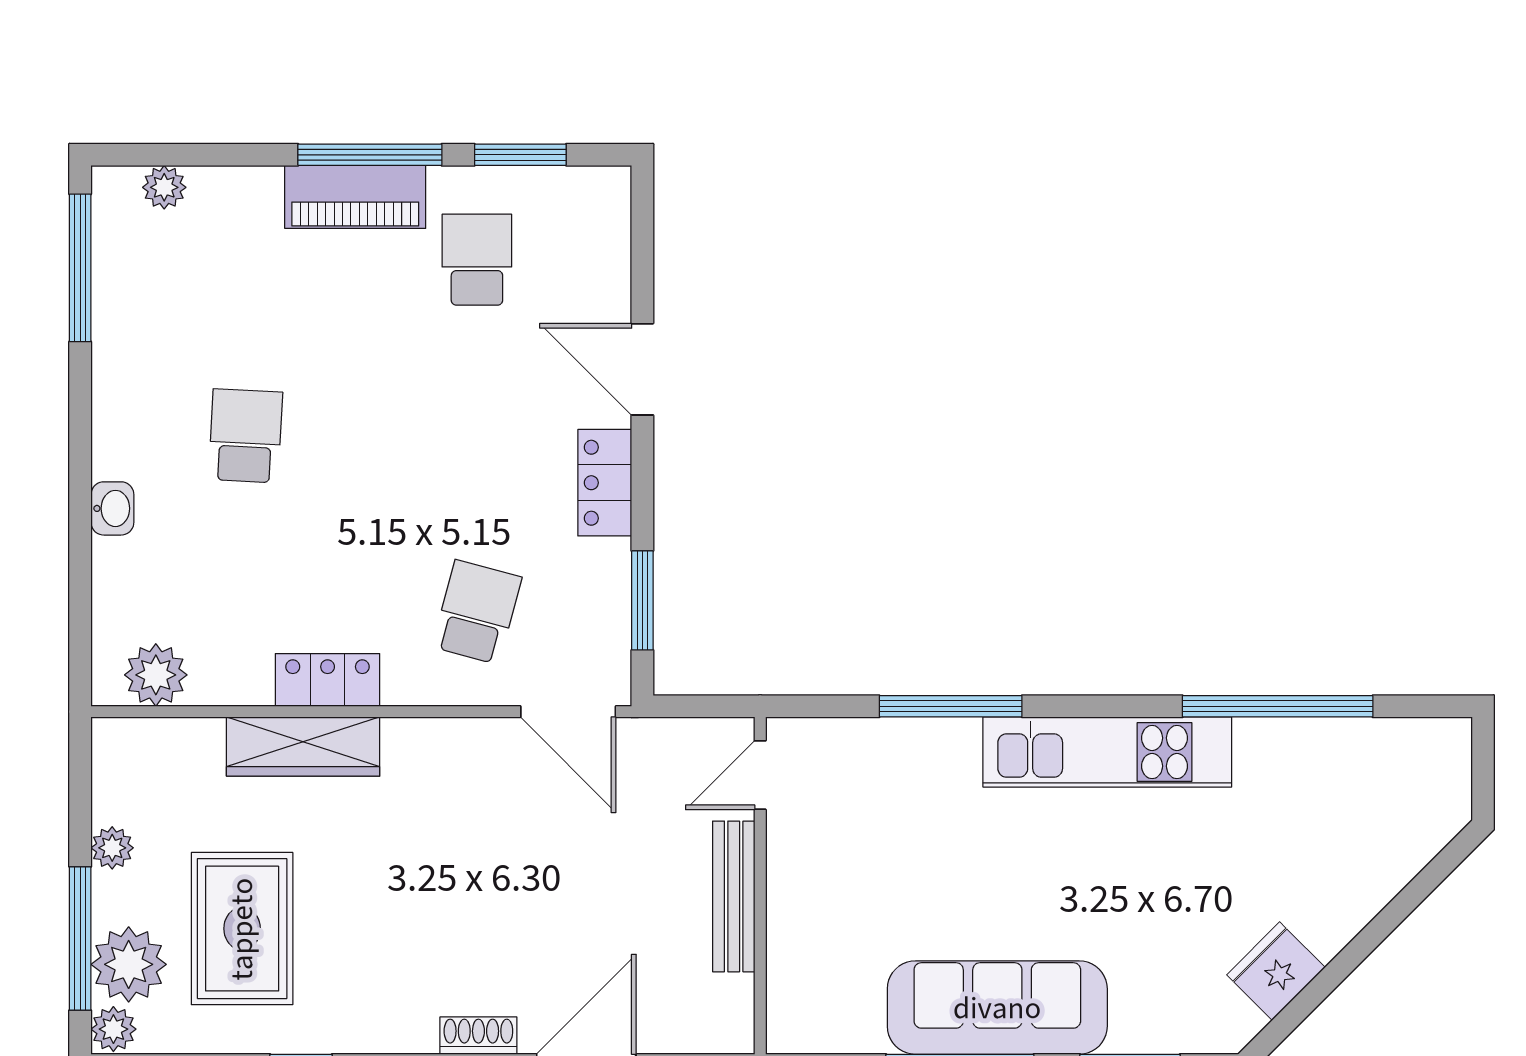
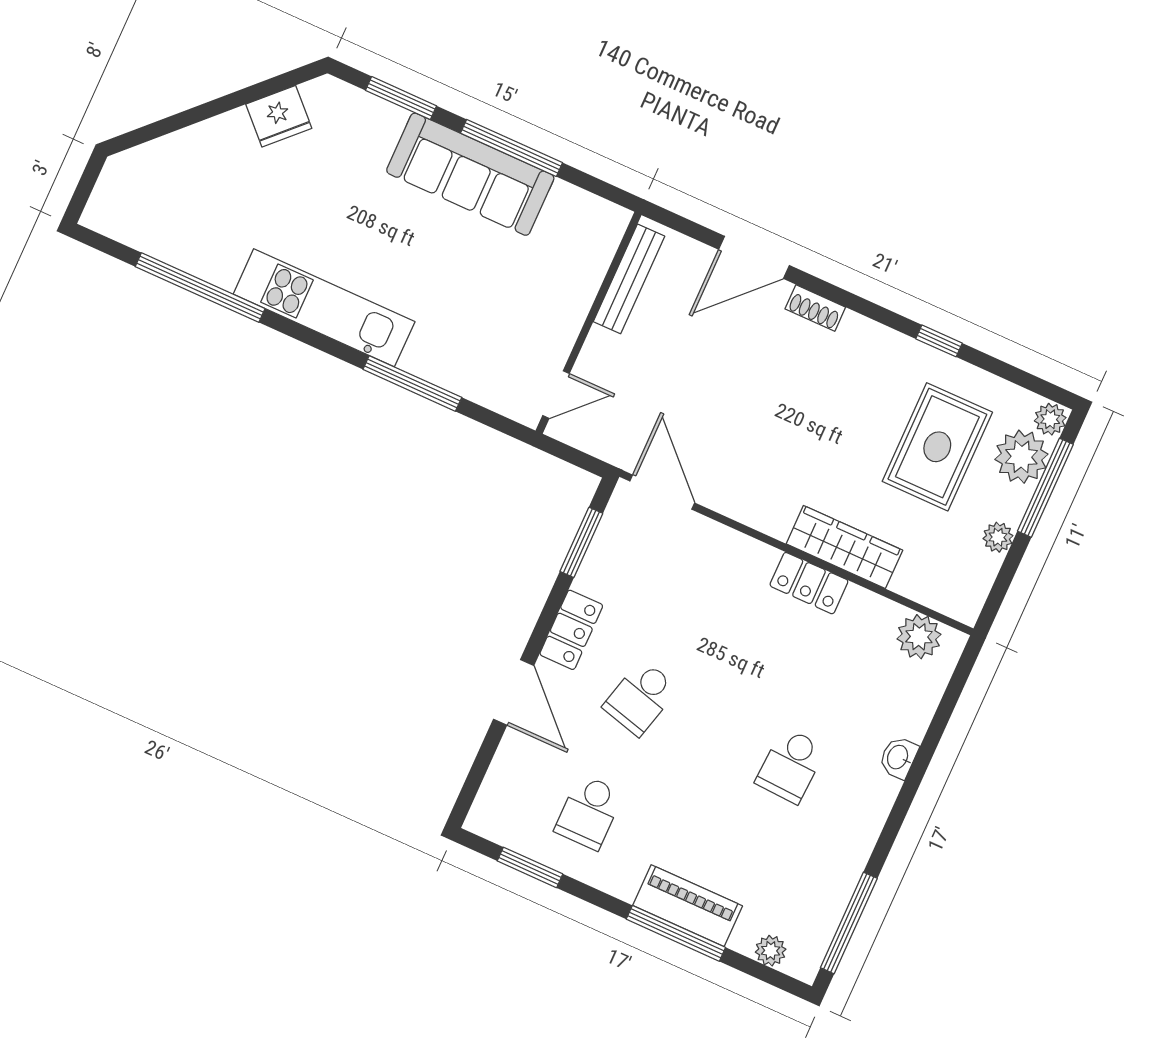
window: (370, 155) -> (676, 933), moved
piano: (355, 197) -> (688, 906), moved
school desk: (477, 612) -> (641, 698), moved
bench: (734, 896) -> (629, 279), moved

